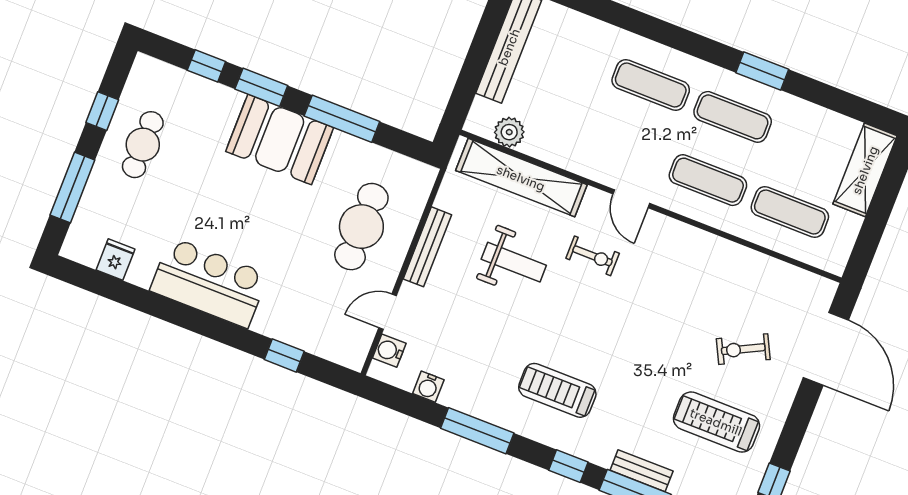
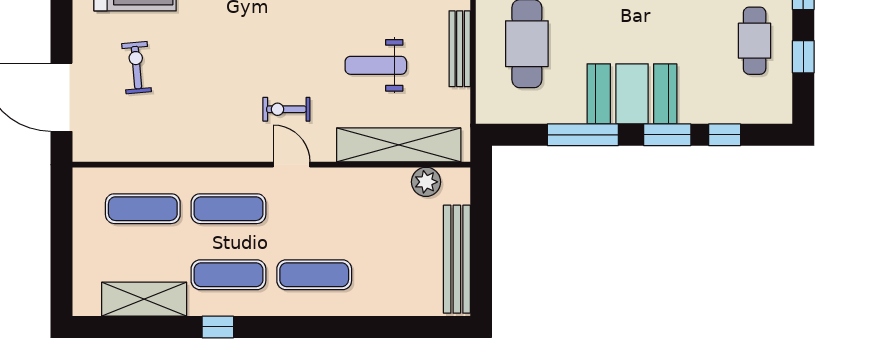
window: (762, 71) -> (218, 327), width x0.67
shelving: (865, 170) -> (144, 299), moved, turned 90
exercise bike: (593, 256) -> (286, 109), moved
exercise bike: (743, 349) -> (137, 68), turned -68

